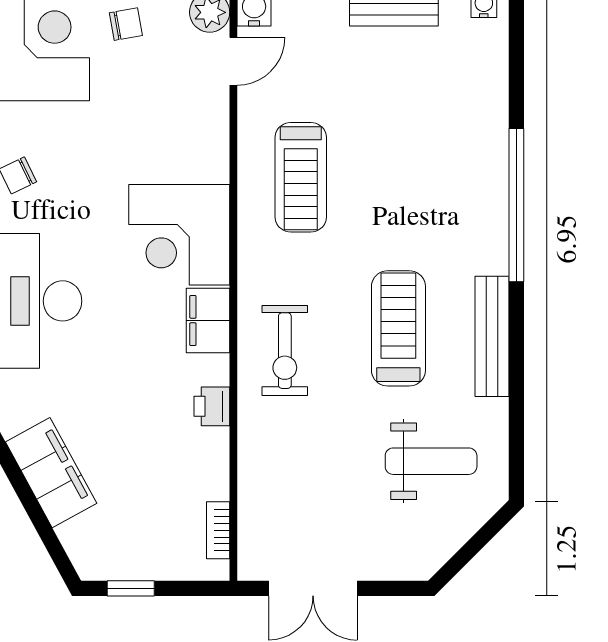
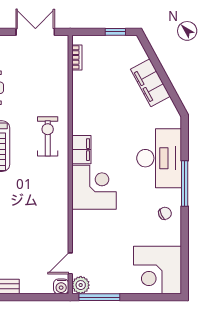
chair: (126, 24) -> (117, 280), removed
treadmill: (301, 177) -> (41, 213), removed
printer: (212, 406) -> (80, 112), removed

